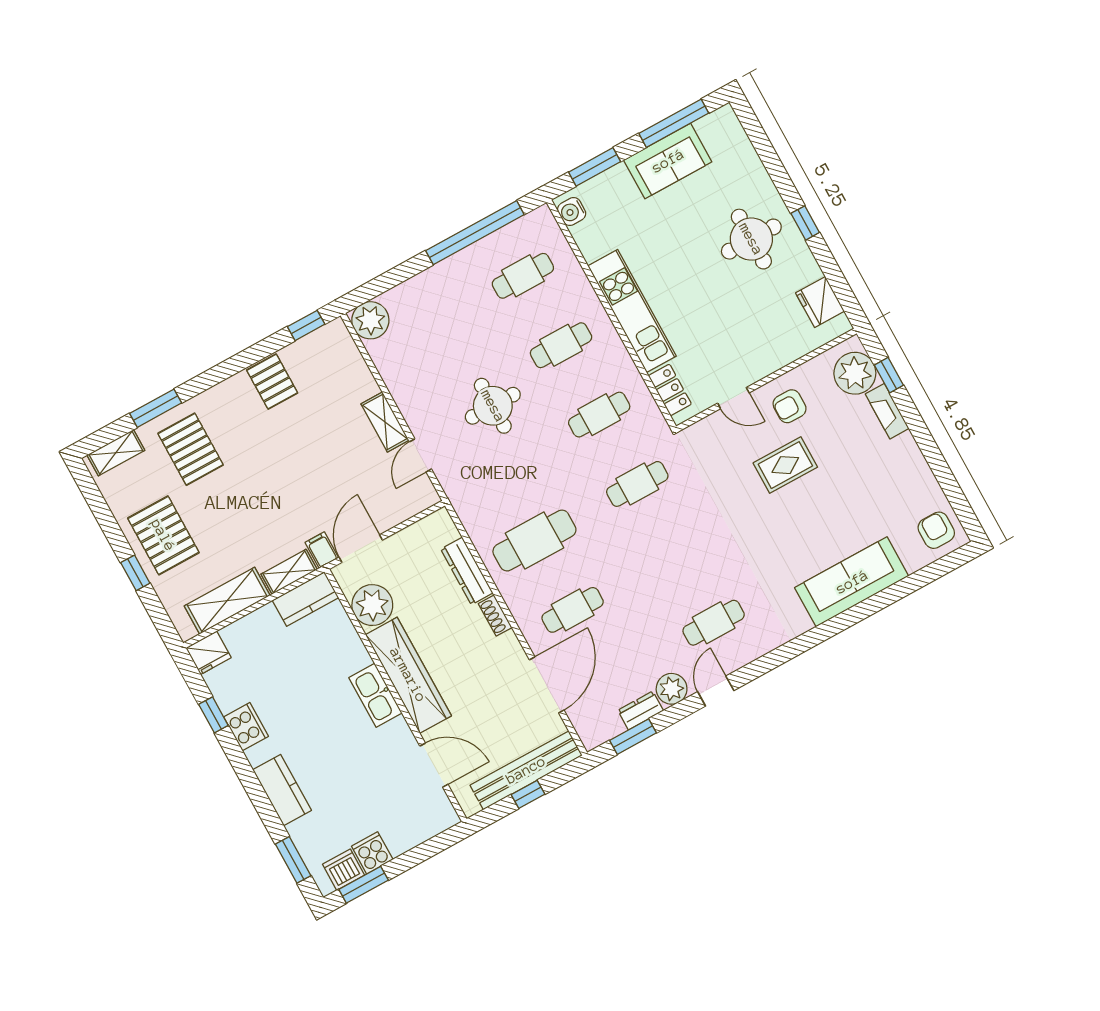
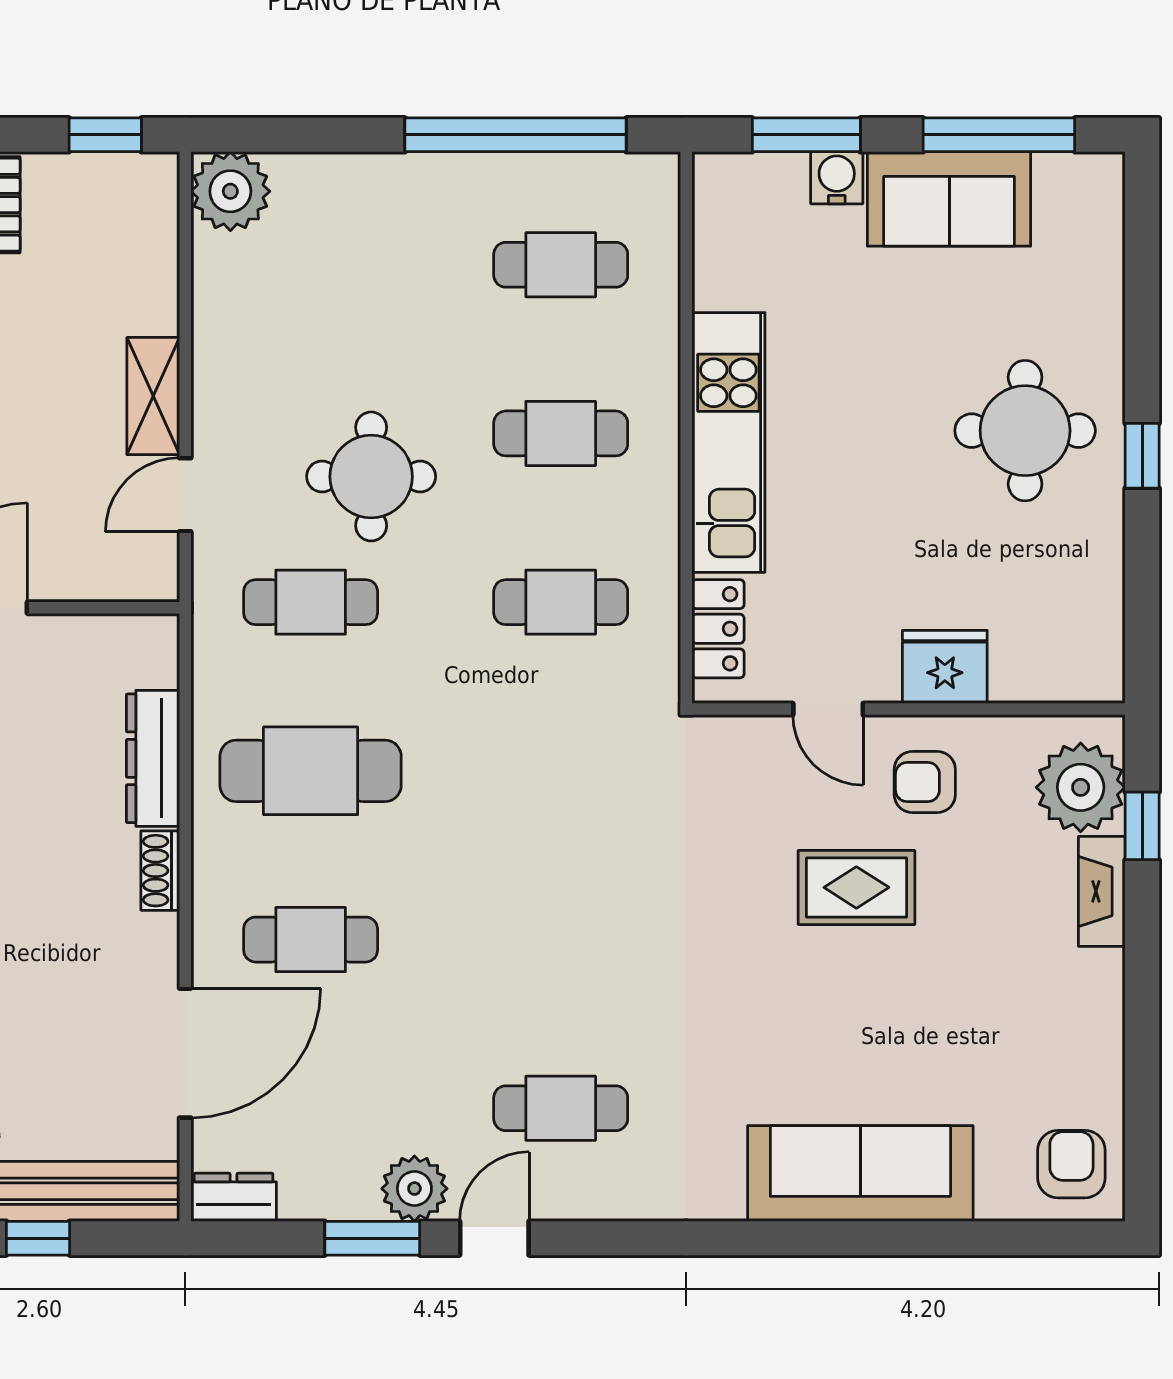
water cooler: (572, 211) -> (837, 178), moved, turned 90
fridge: (820, 302) -> (945, 667), moved, turned 90
cafe table: (637, 484) -> (311, 602), moved
dresser: (641, 710) -> (234, 1197), moved
window: (633, 737) -> (372, 1238), moved

